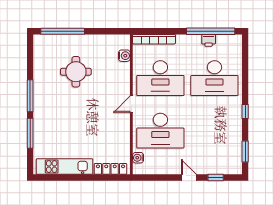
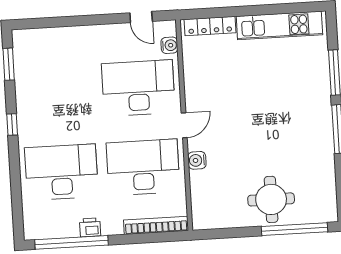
printer: (209, 40) -> (90, 227), moved
water cooler: (124, 56) -> (197, 160), moved
round table: (76, 72) -> (271, 199), moved
door: (189, 178) -> (141, 17), moved
window: (216, 178) -> (51, 22), removed

